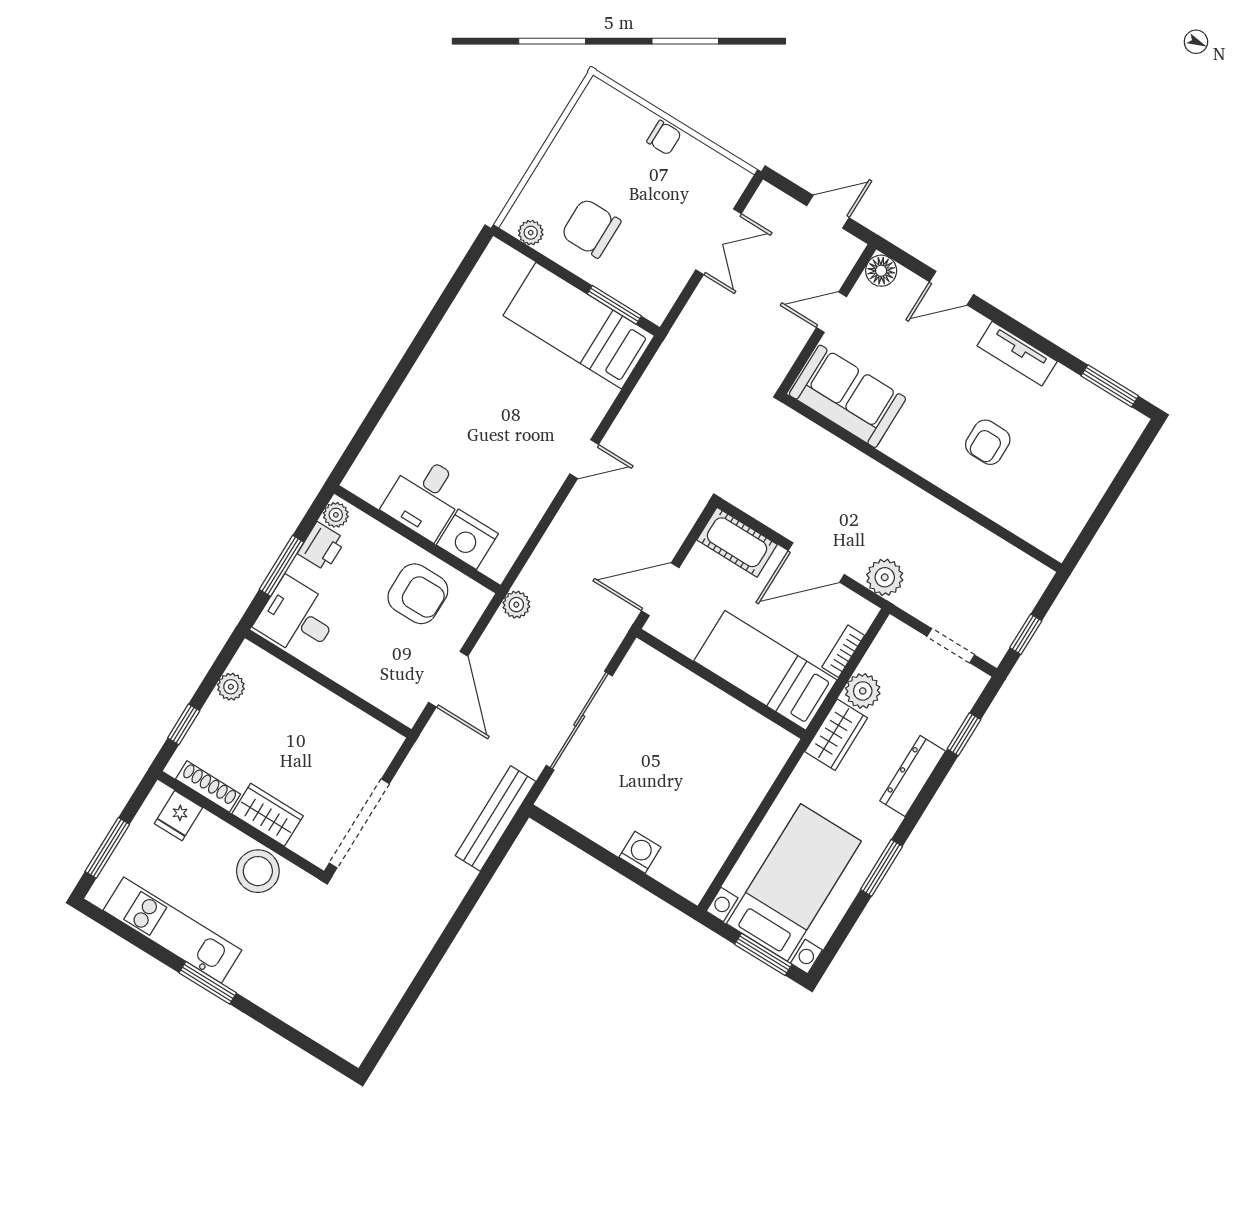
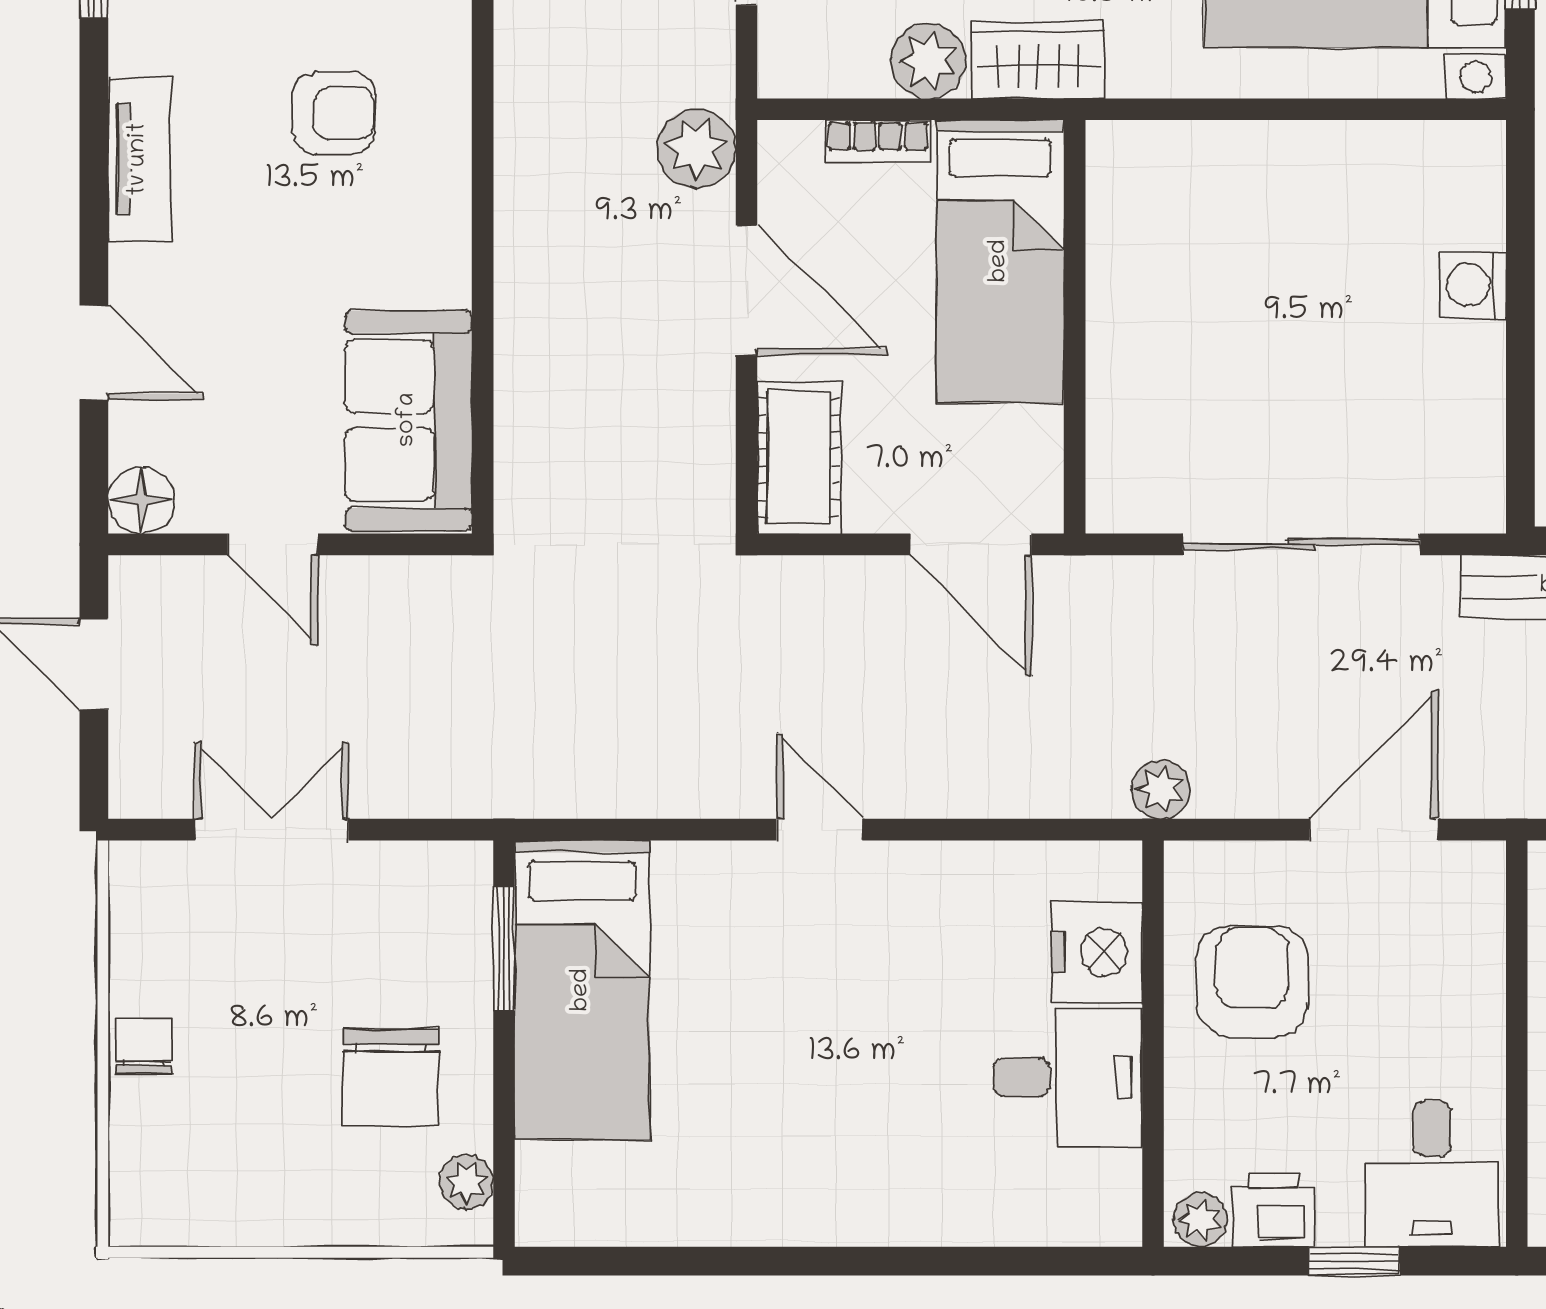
window: (282, 566) -> (1354, 1261), width x0.67

